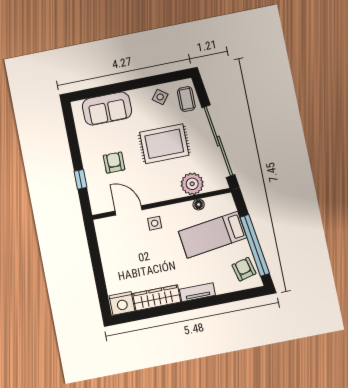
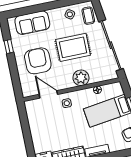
armchair: (114, 163) -> (38, 61), width x1.88, depth x1.88
window: (80, 179) -> (9, 46), moved
plant: (192, 184) -> (81, 78), moved

